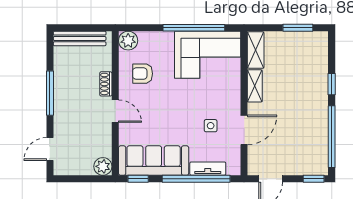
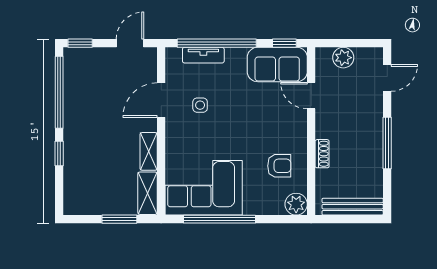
window: (298, 28) -> (119, 219), moved
door: (115, 111) -> (311, 96), moved
sofa: (154, 161) -> (277, 65), width x0.73
plant: (103, 166) -> (343, 58), moved

